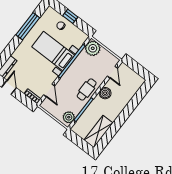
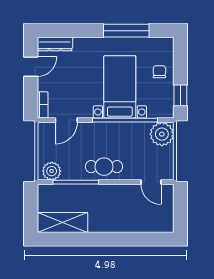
window: (70, 16) -> (180, 95), moved
door: (112, 72) -> (151, 182), hinge flipped
boiler: (105, 93) -> (117, 193), removed

